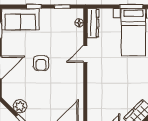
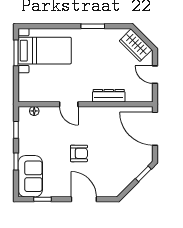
dresser: (93, 23) -> (109, 96), moved
plant: (20, 106) -> (127, 177), removed

